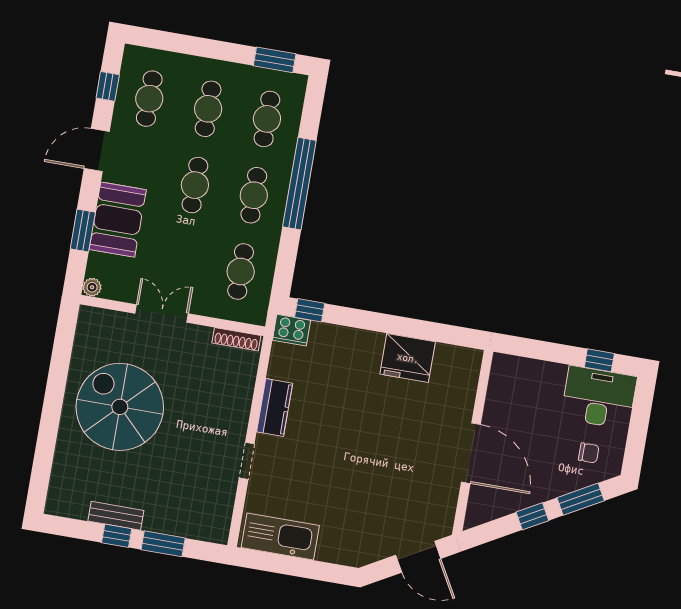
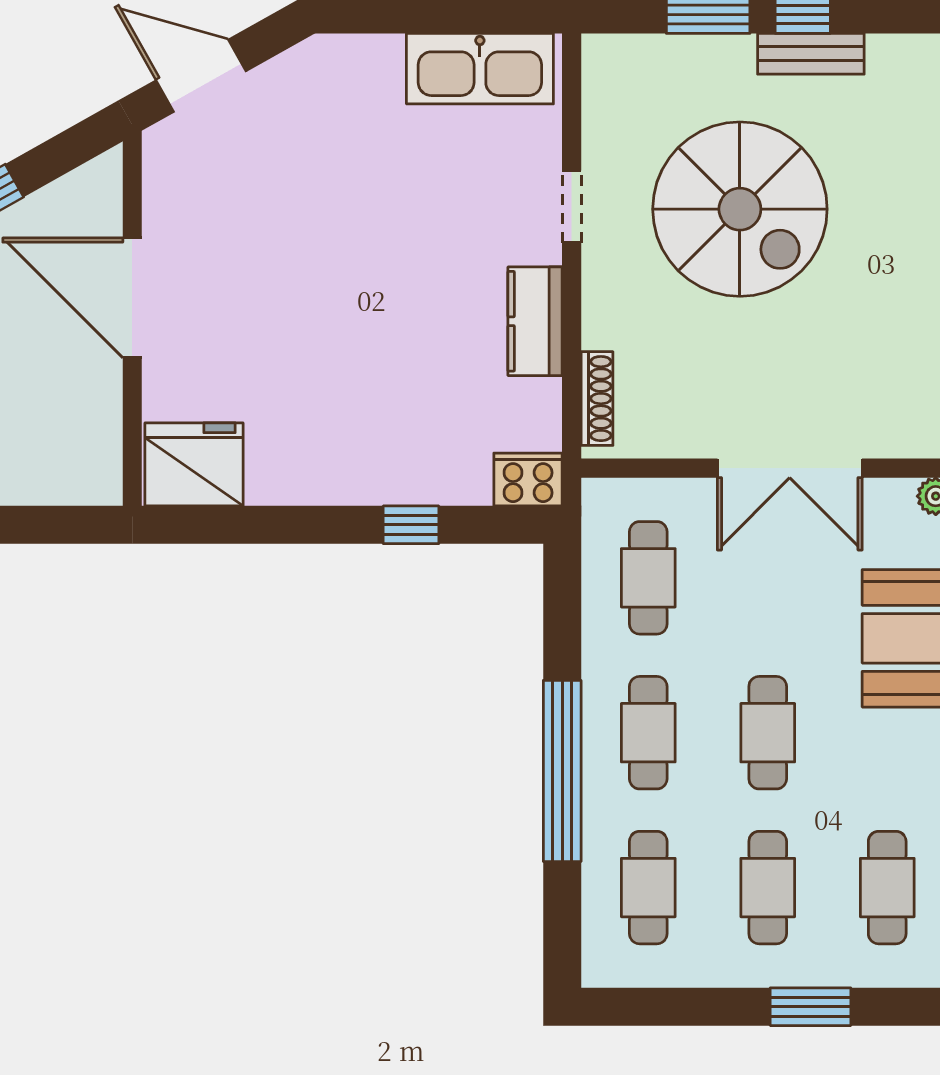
window: (275, 60) -> (811, 1007), moved
window: (310, 310) -> (411, 525), moved
double door: (162, 313) -> (790, 468), width x1.37
shoe rack: (236, 339) -> (597, 399), moved, turned 90
fridge: (408, 358) -> (194, 464), moved
spiral stairs: (120, 407) -> (740, 209), moved

